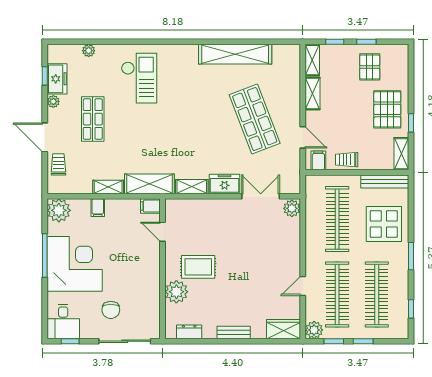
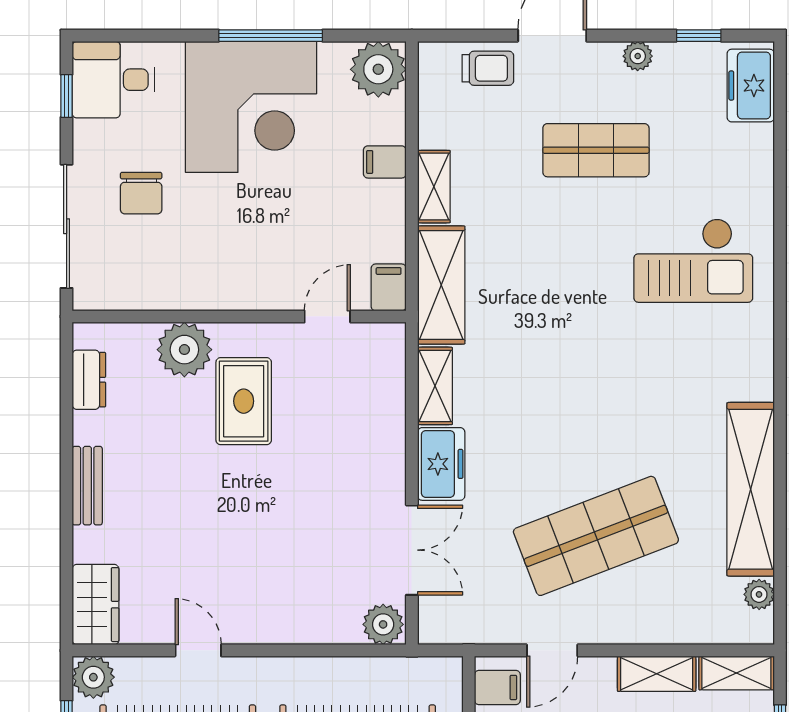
plant: (89, 51) -> (759, 594), moved
freezer: (57, 79) -> (751, 86), moved, turned 90
chair: (111, 310) -> (141, 193), turned -90

